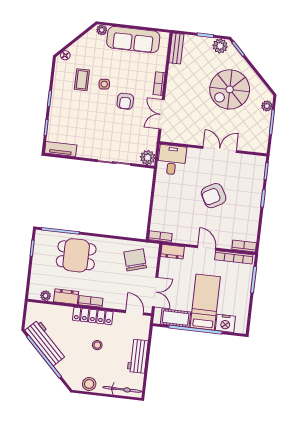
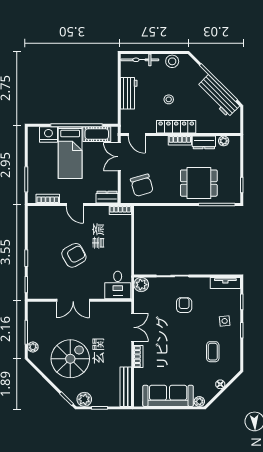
bench: (176, 49) -> (126, 387), width x1.36
floor lamp: (65, 55) -> (220, 384), moved
side table: (104, 84) -> (225, 321), moved
armchair: (125, 101) -> (184, 305), moved
bookcase: (244, 246) -> (39, 211), removed
bookcase: (234, 257) -> (48, 199), width x0.64

